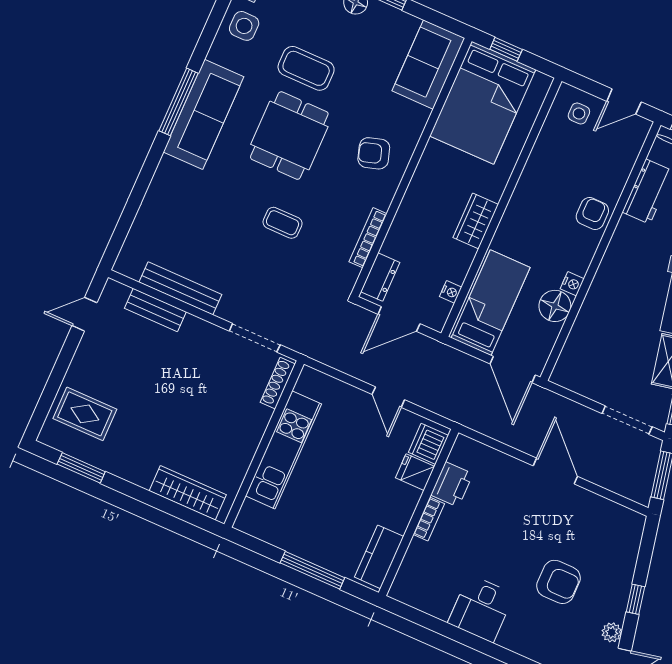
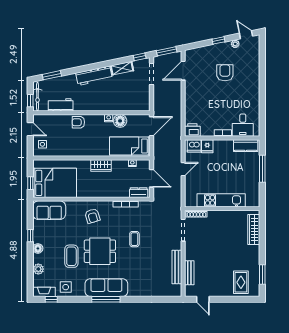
door: (555, 471) -> (183, 71), moved
printer: (452, 484) -> (192, 130), moved
desk: (481, 609) -> (243, 125), moved, turned 90

